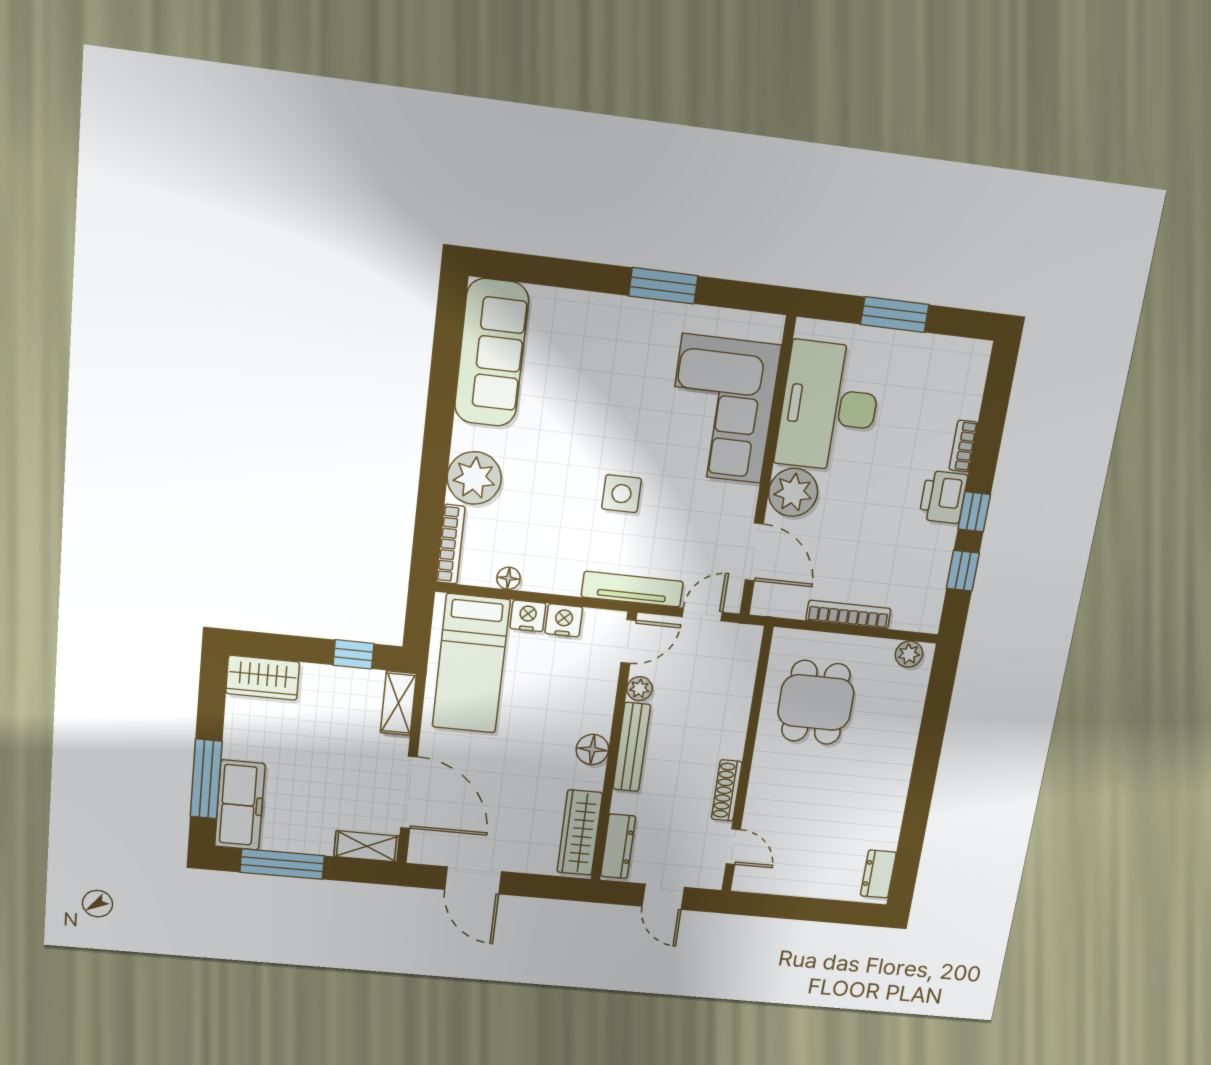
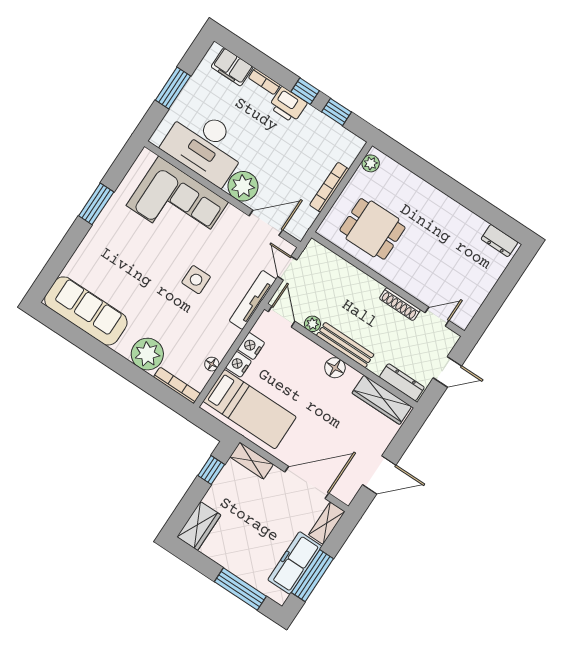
filing cabinet: (965, 388) -> (232, 67), added
freezer: (240, 805) -> (295, 563), moved, turned -90

